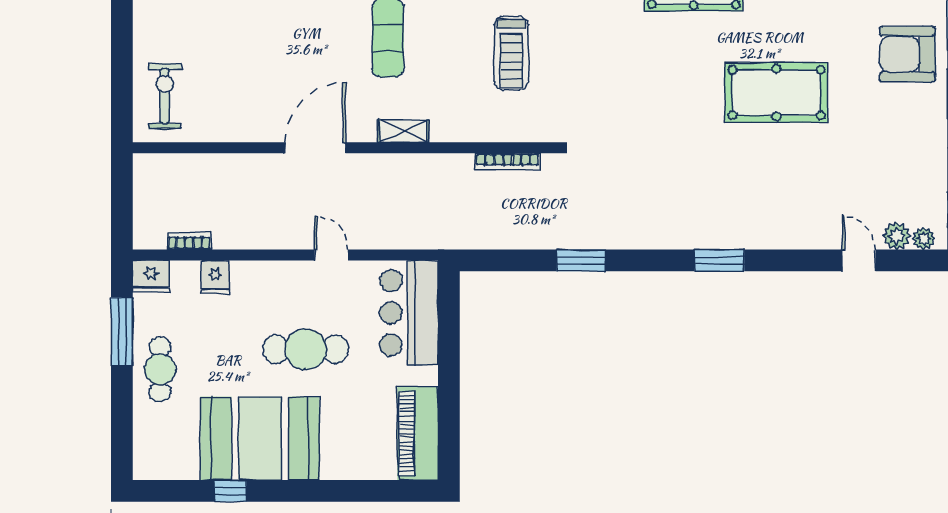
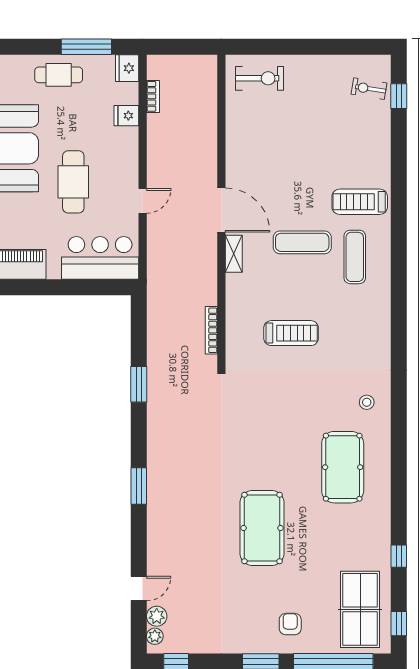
treadmill: (511, 53) -> (291, 333), turned 180
armchair: (907, 54) -> (290, 624), width x0.53, depth x0.53
door: (315, 148) -> (221, 210), moved

